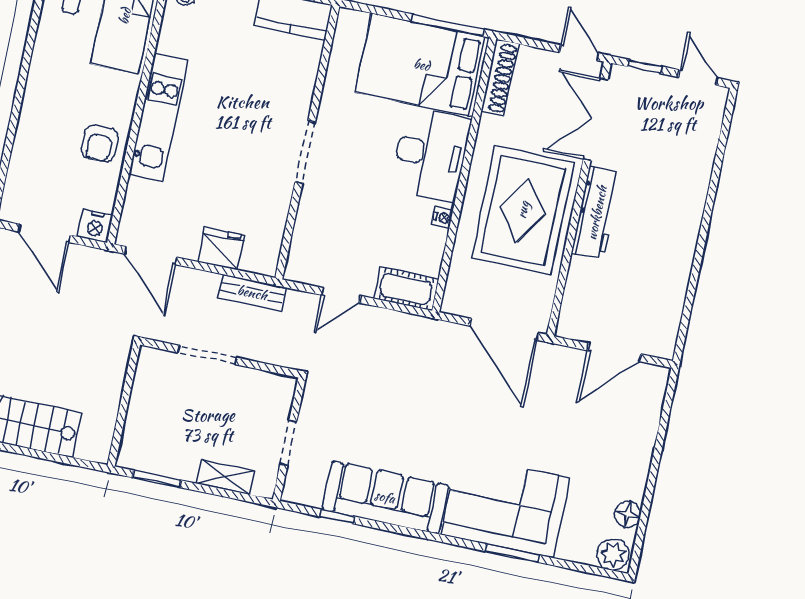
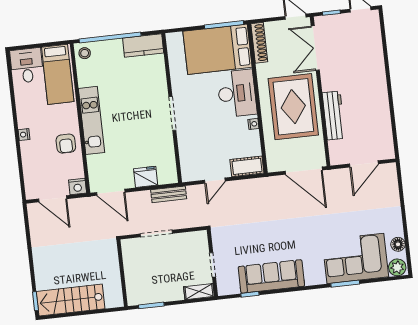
nightstand: (31, 103) -> (24, 135), added
workbench: (597, 213) -> (334, 115), moved
shelving: (225, 477) -> (199, 292), moved
corner sofa: (505, 506) -> (355, 258), moved

